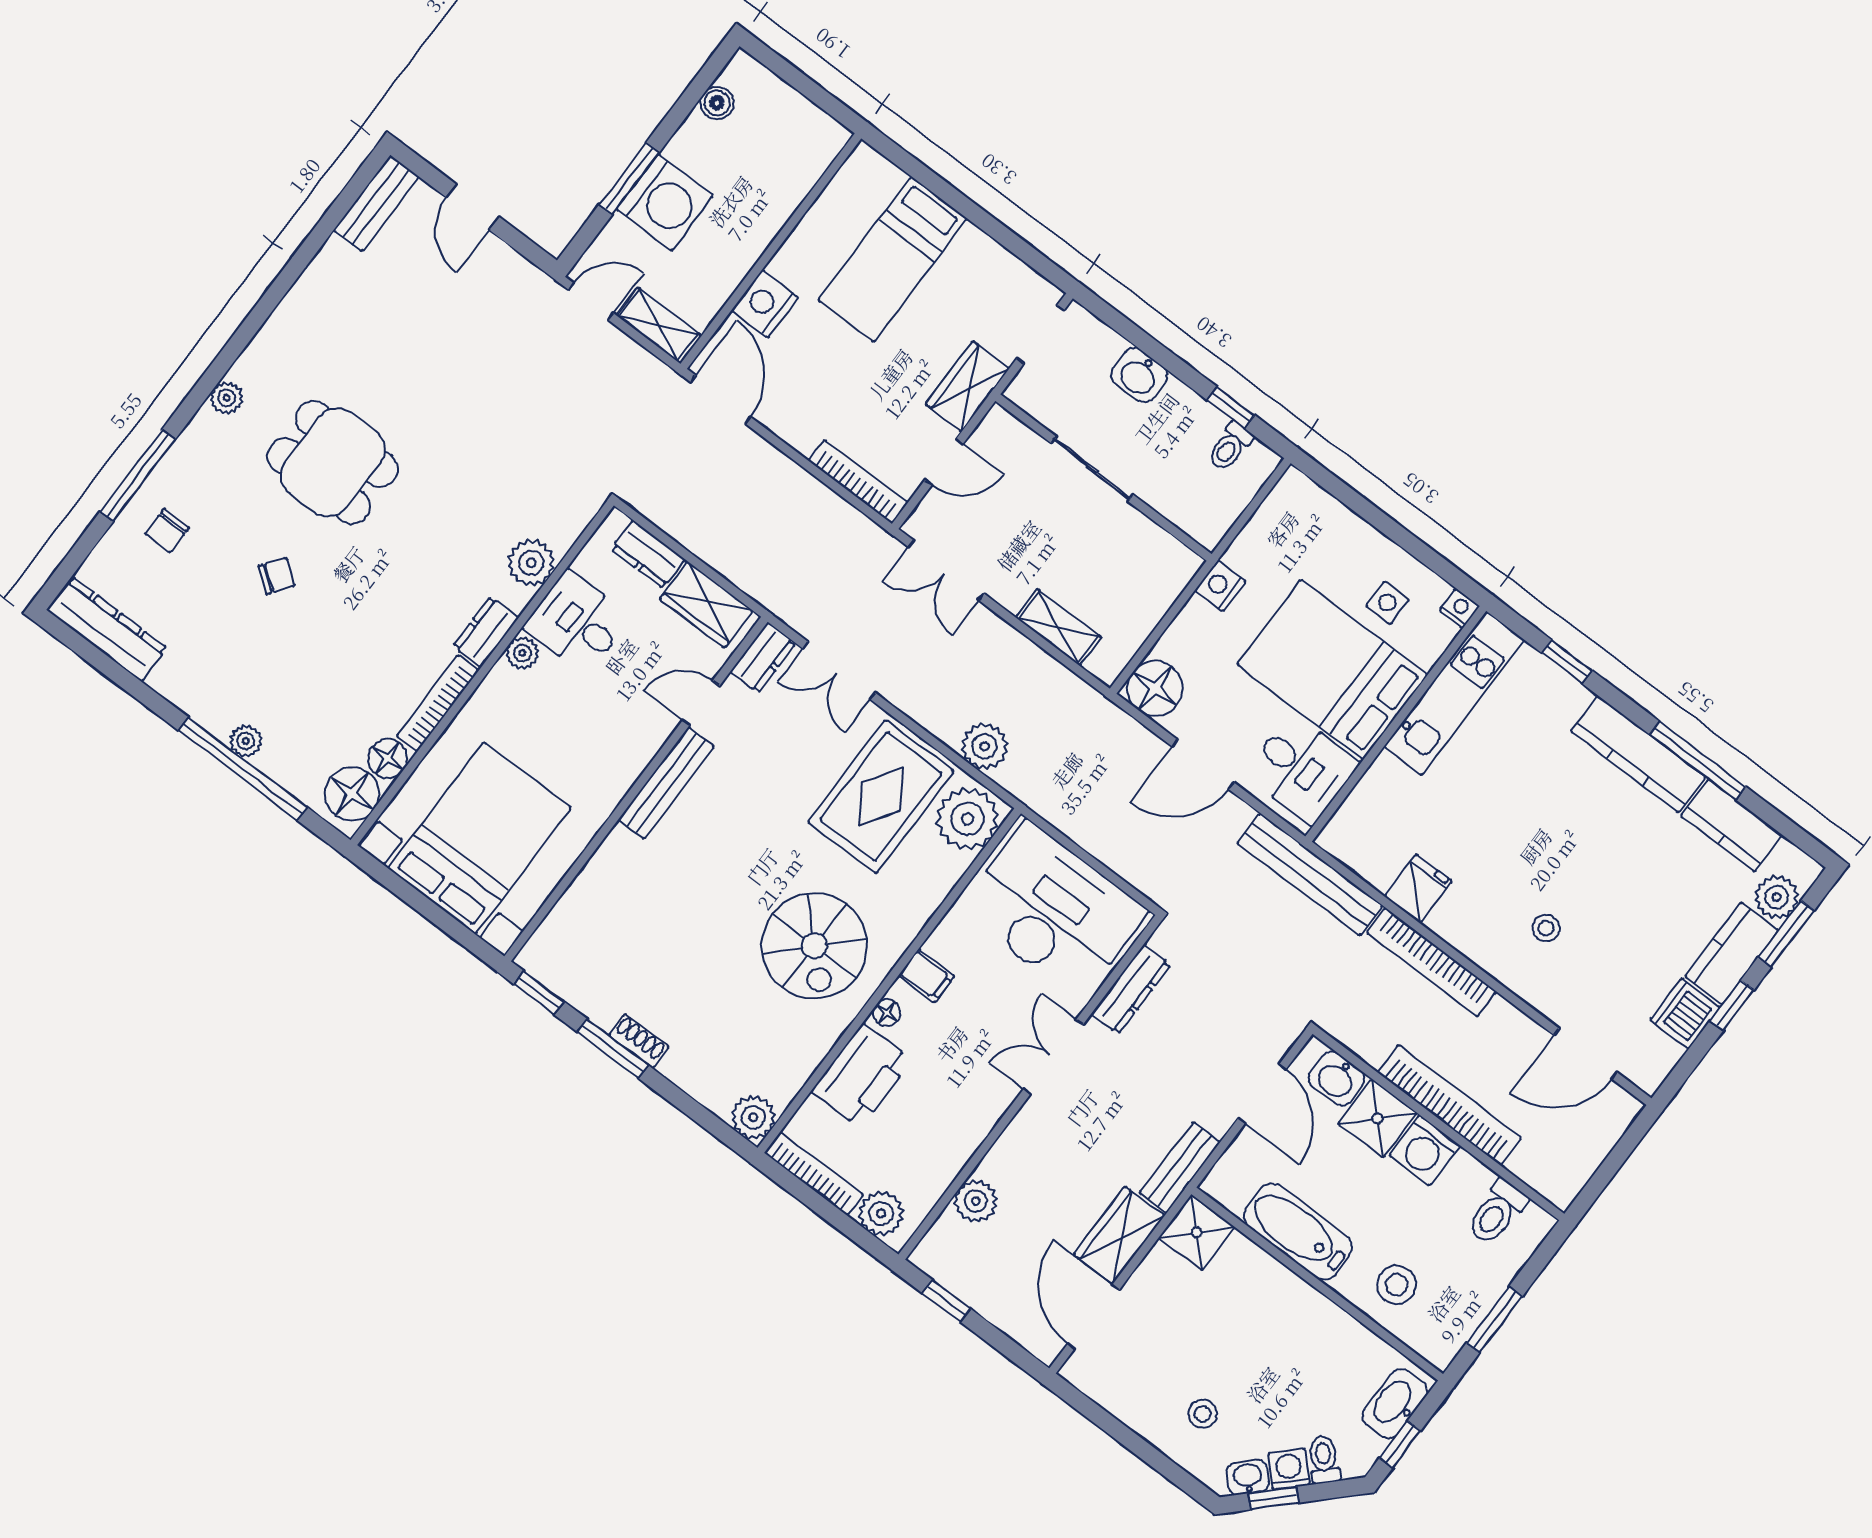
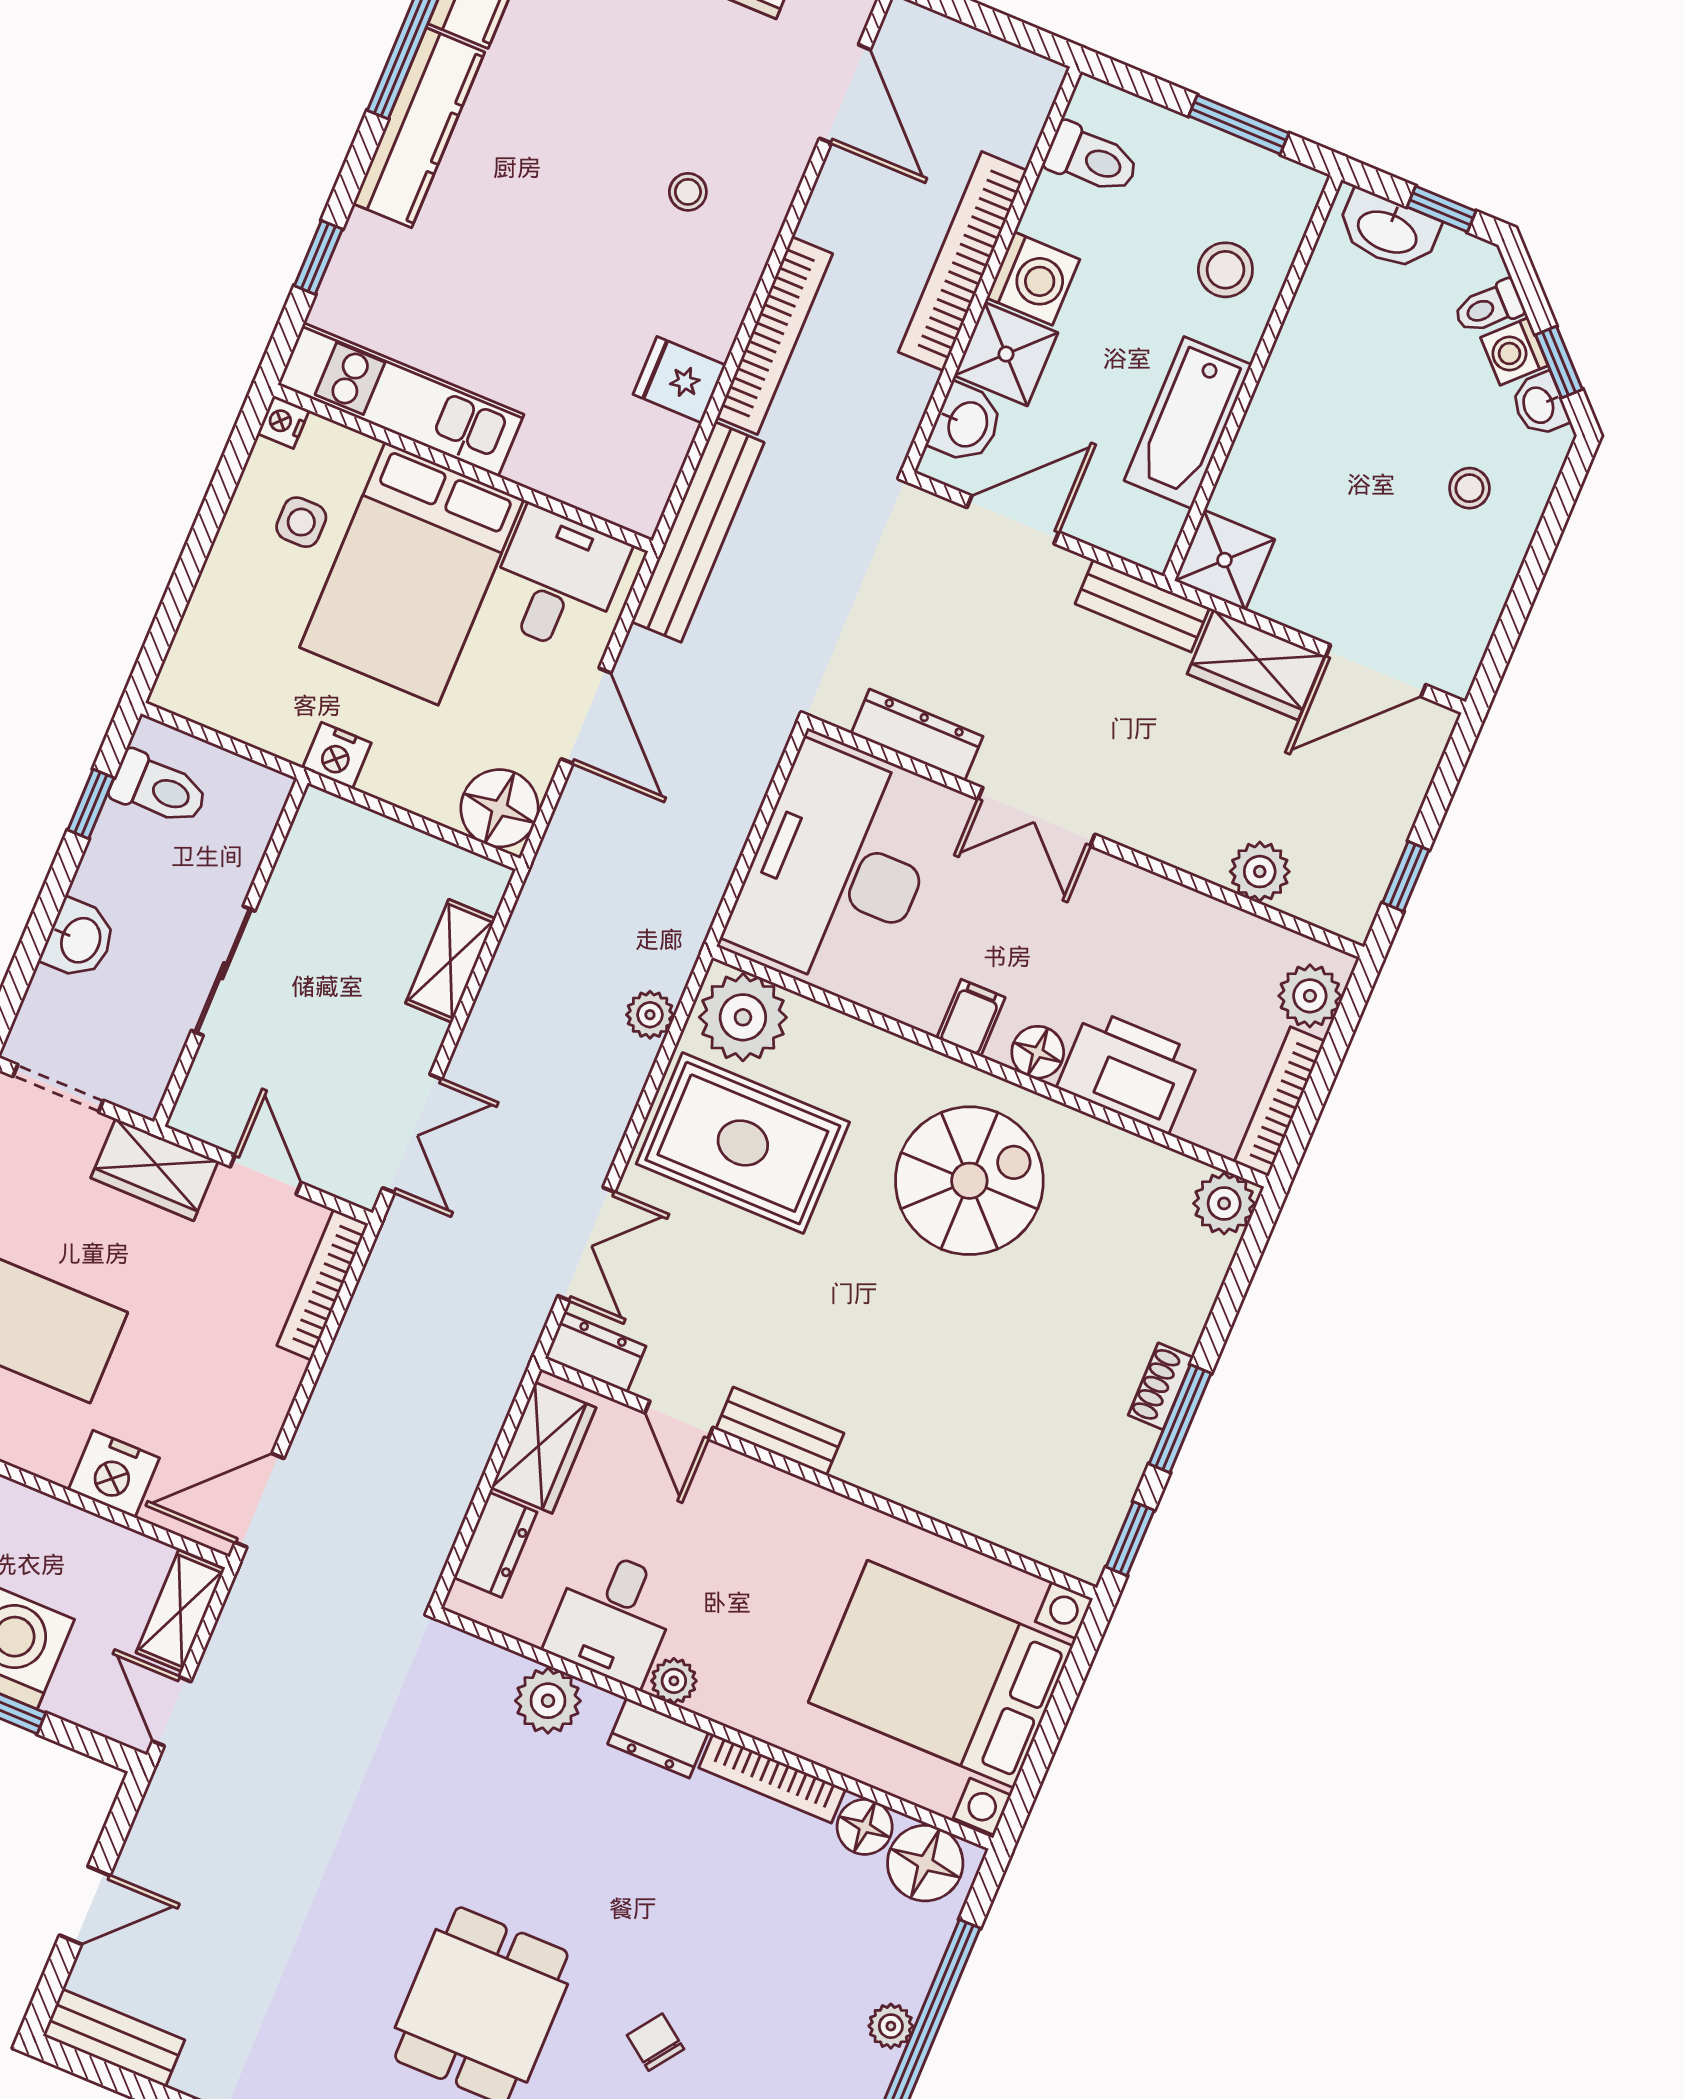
toilet: (1230, 447) -> (159, 789), width x1.37, depth x1.39
plant: (984, 746) -> (650, 1015), width x0.73, depth x0.73
bench: (666, 783) -> (780, 1431), width x0.73
floor lamp: (887, 1013) -> (1038, 1052), width x1.37, depth x1.37

